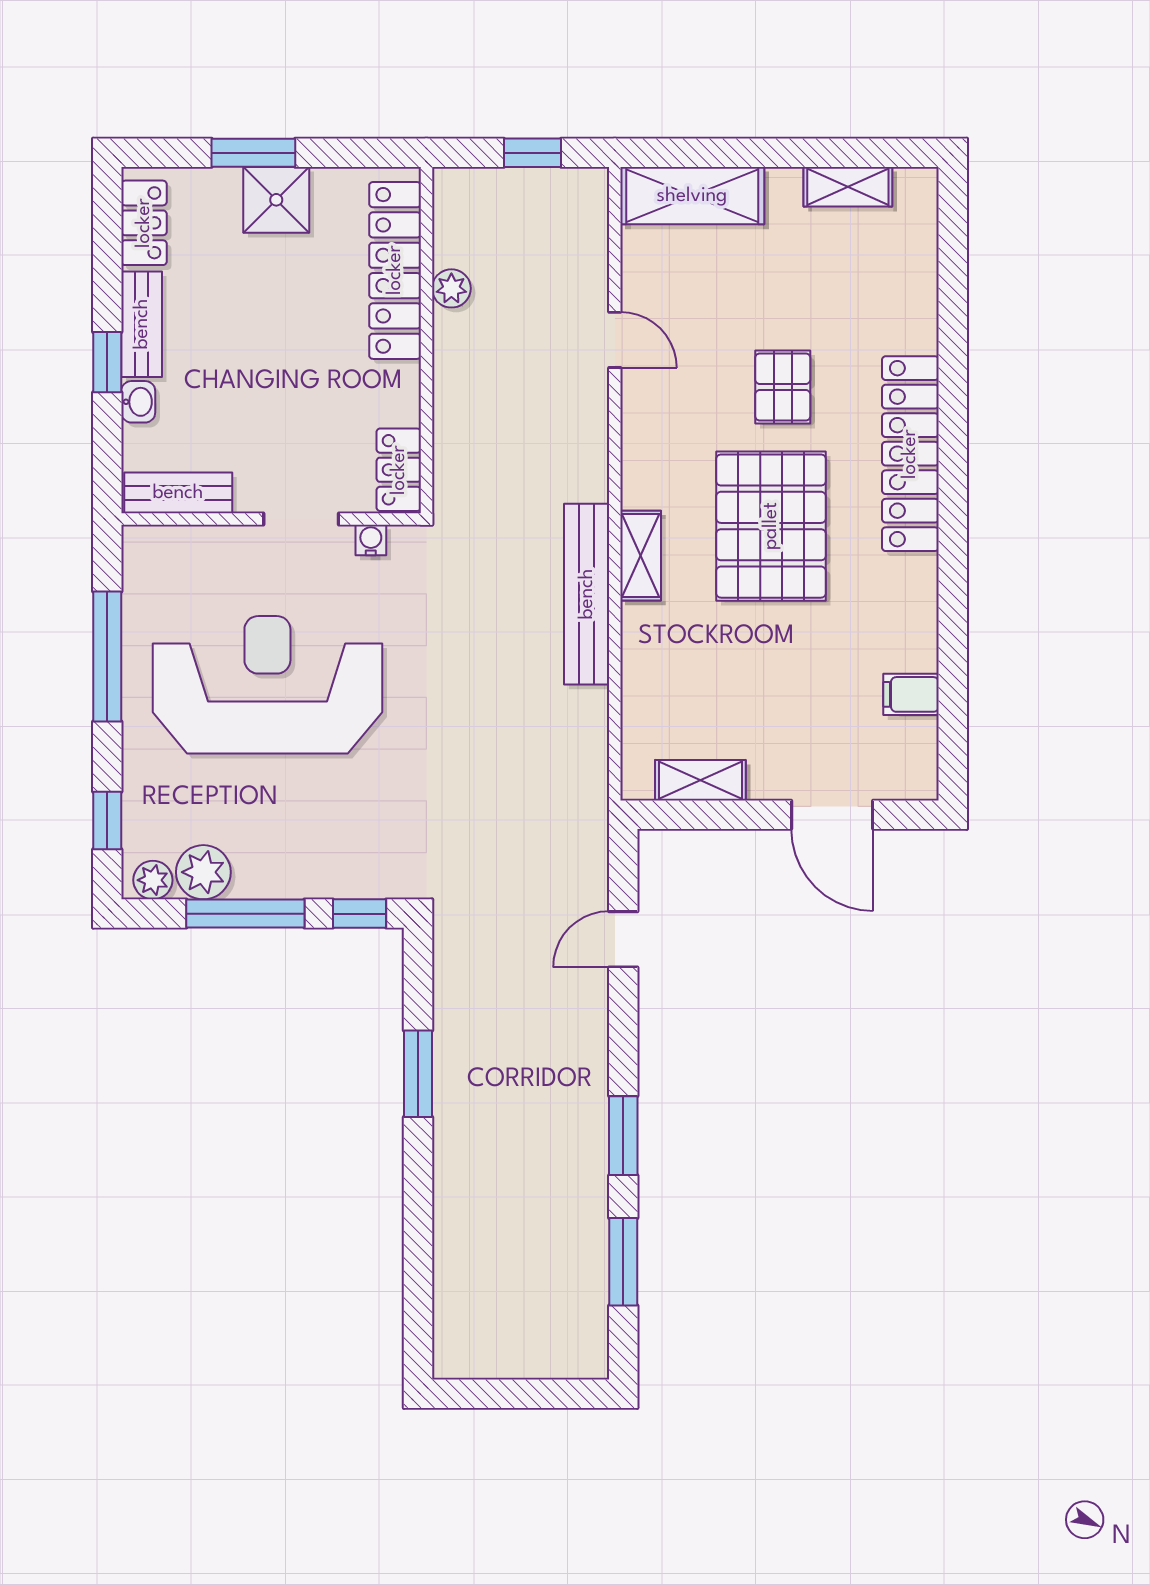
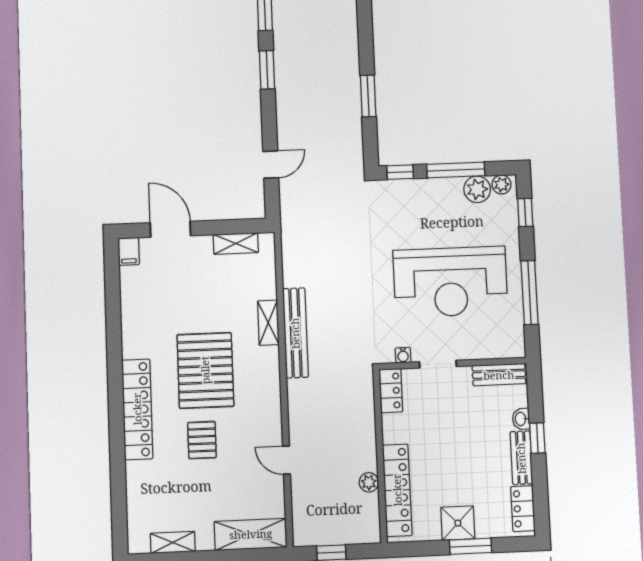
shelving: (641, 556) -> (268, 323), moved
filing cabinet: (911, 694) -> (129, 251), moved, turned 90

